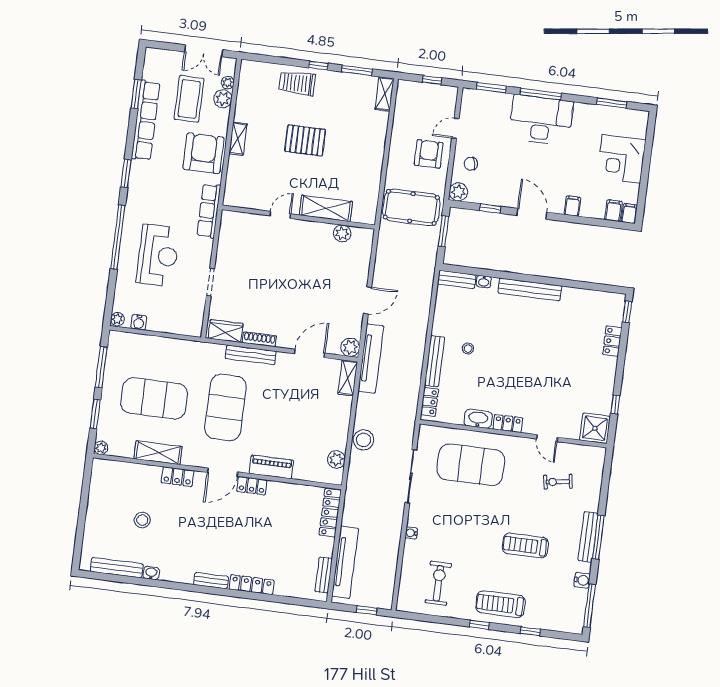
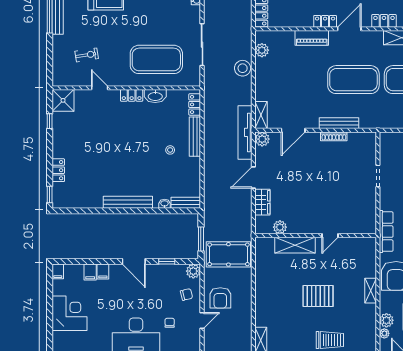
chair: (497, 131) -> (170, 323), added
filing cabinet: (613, 211) -> (90, 272), moved
wardrobe: (226, 331) -> (262, 202), moved, turned -90
exercise mat: (226, 408) -> (353, 80), turned 90

